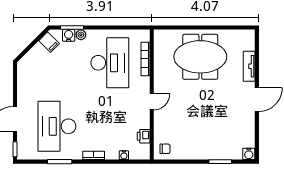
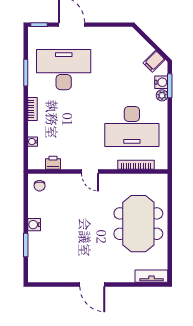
tv unit: (249, 66) -> (151, 276), moved
water cooler: (249, 154) -> (34, 225), moved

